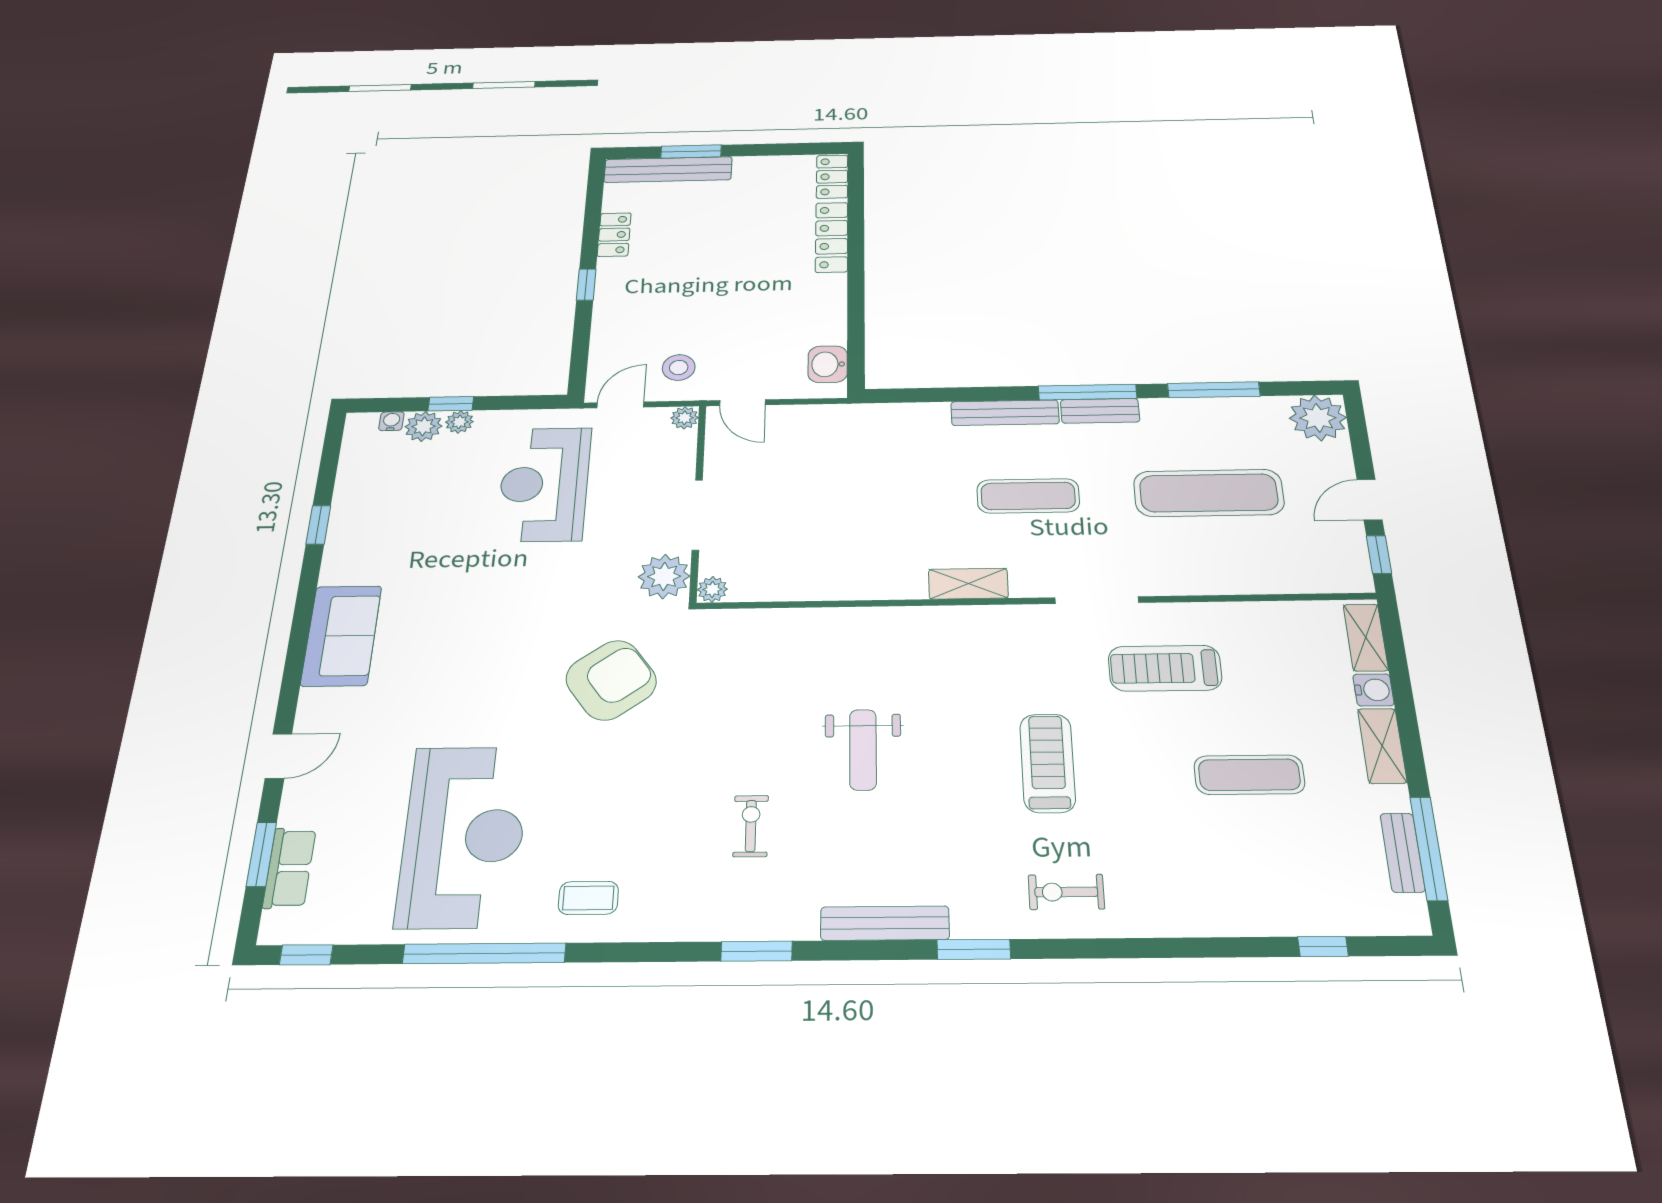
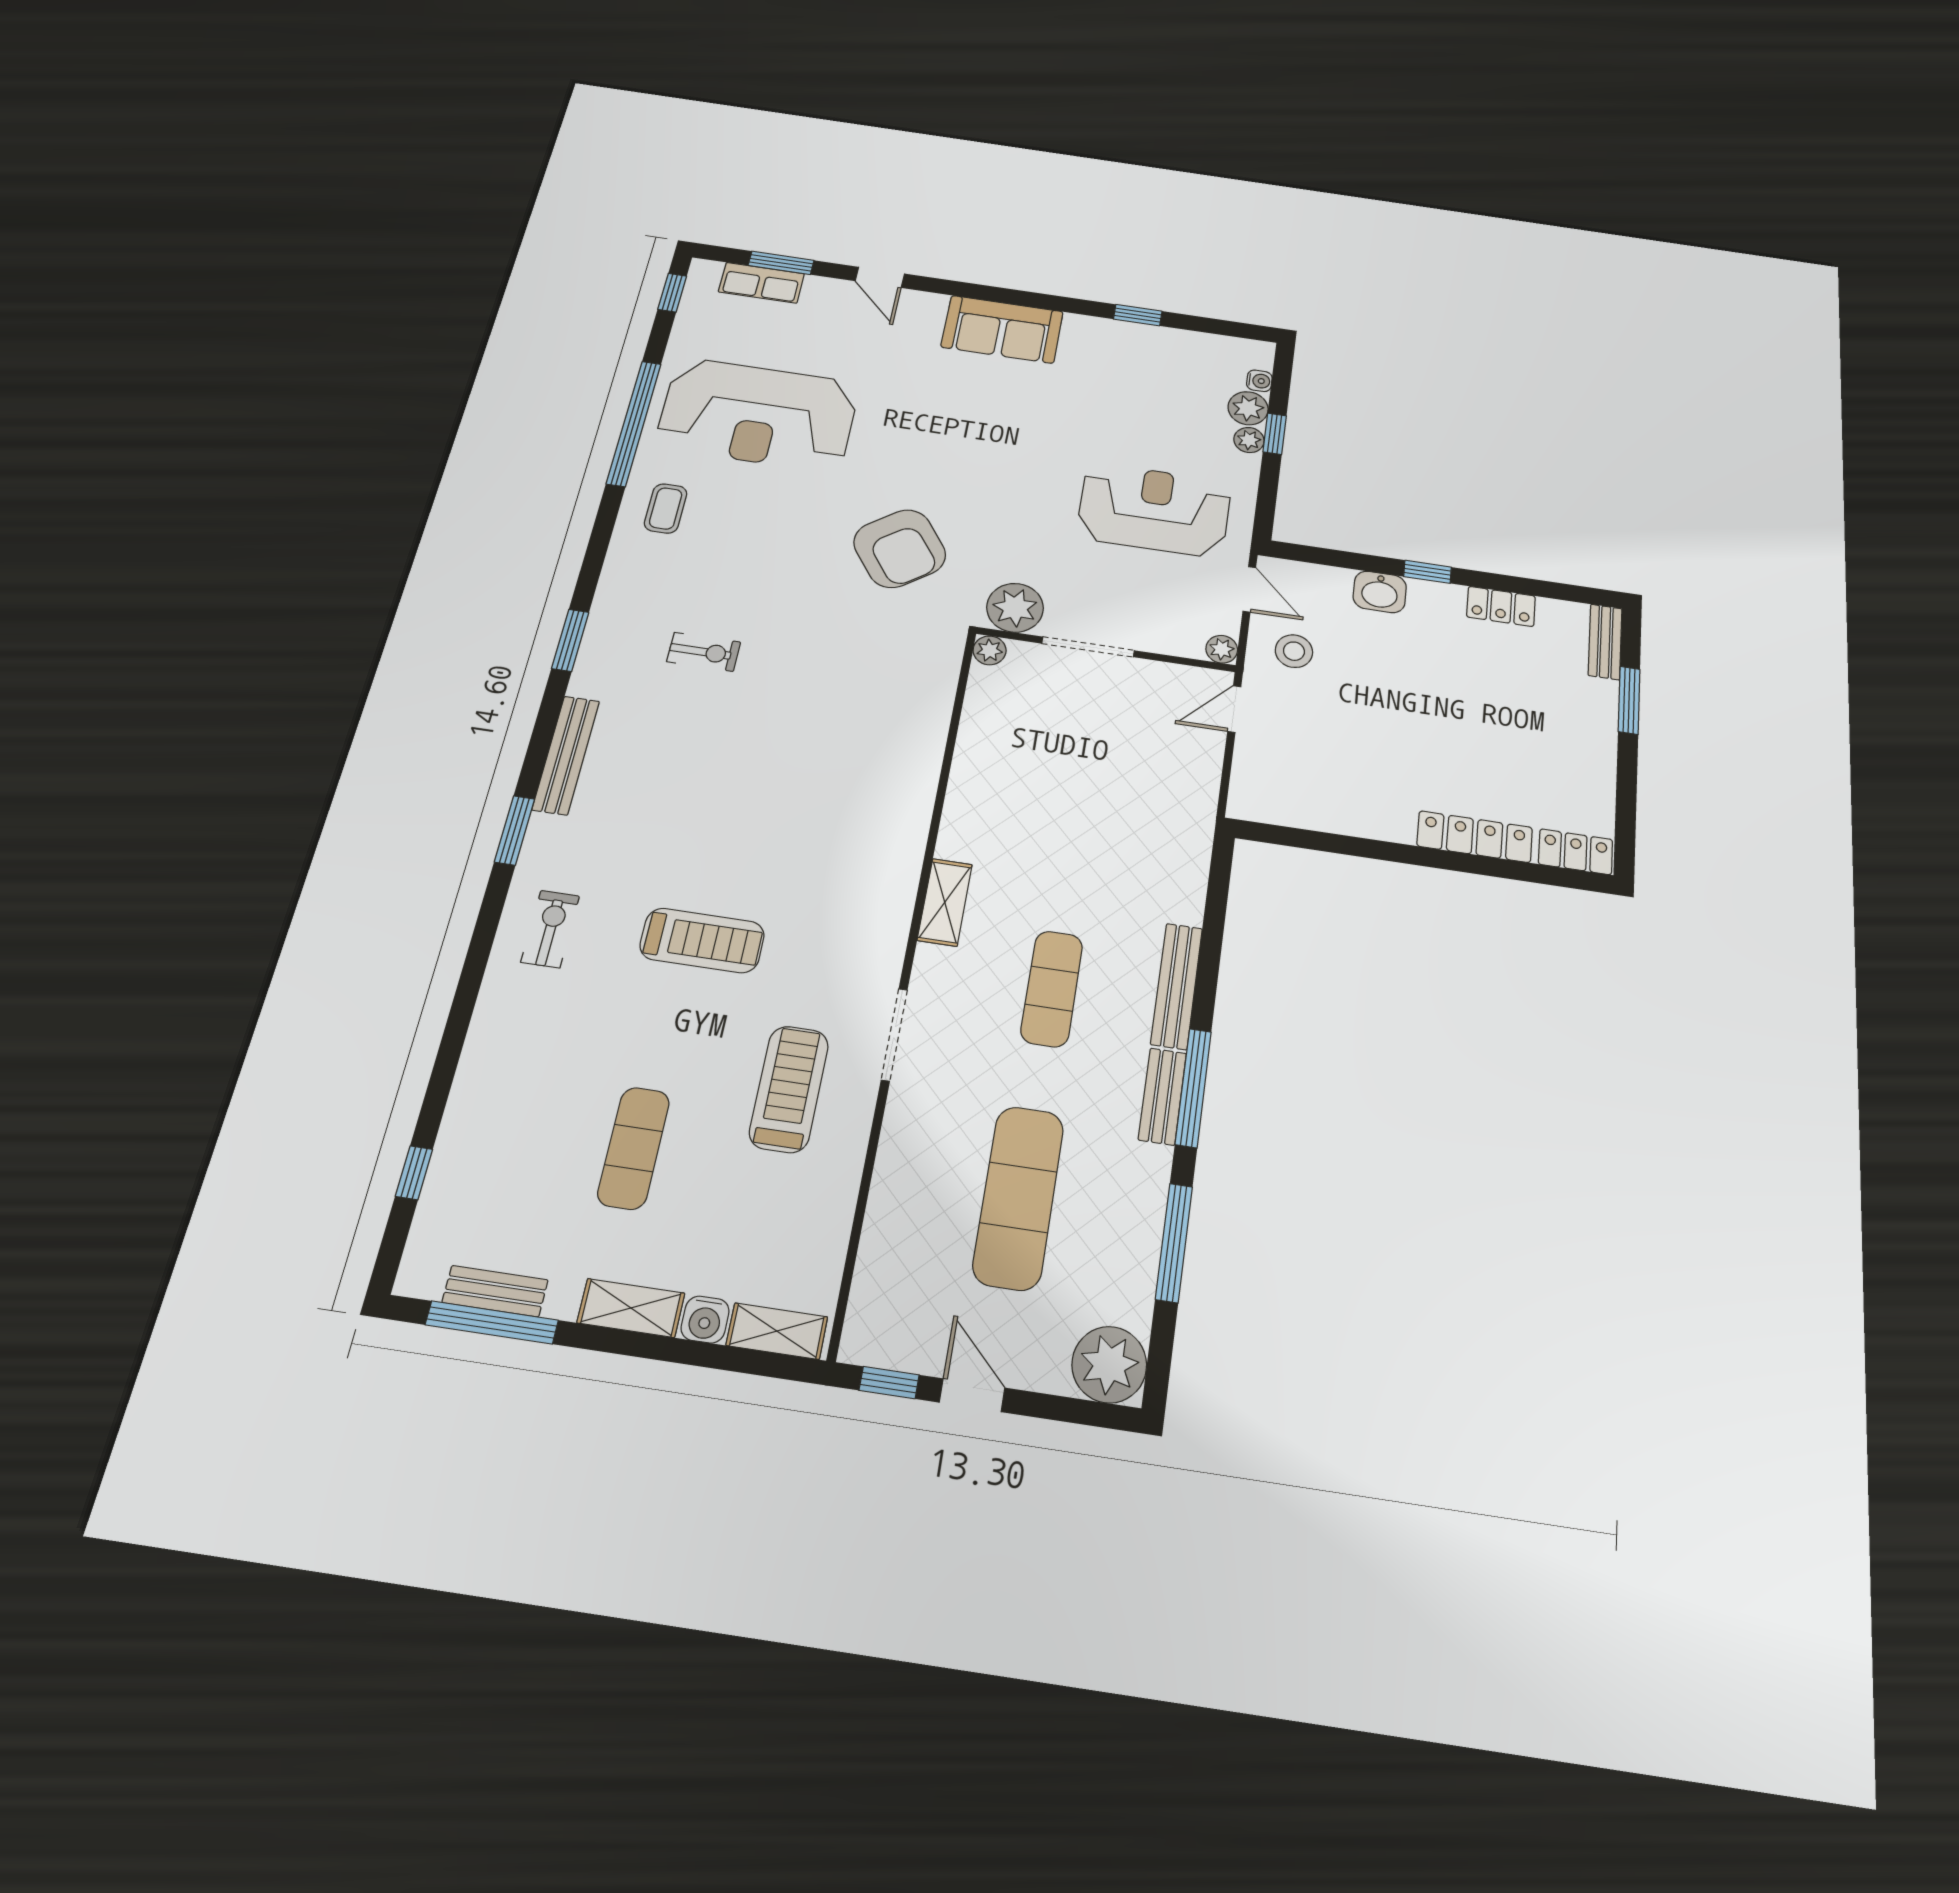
bench: (668, 170) -> (1605, 642), width x0.54, depth x0.82
washbasin: (828, 364) -> (1380, 592), moved, turned 180
weight bench: (863, 750) -> (763, 765), removed

